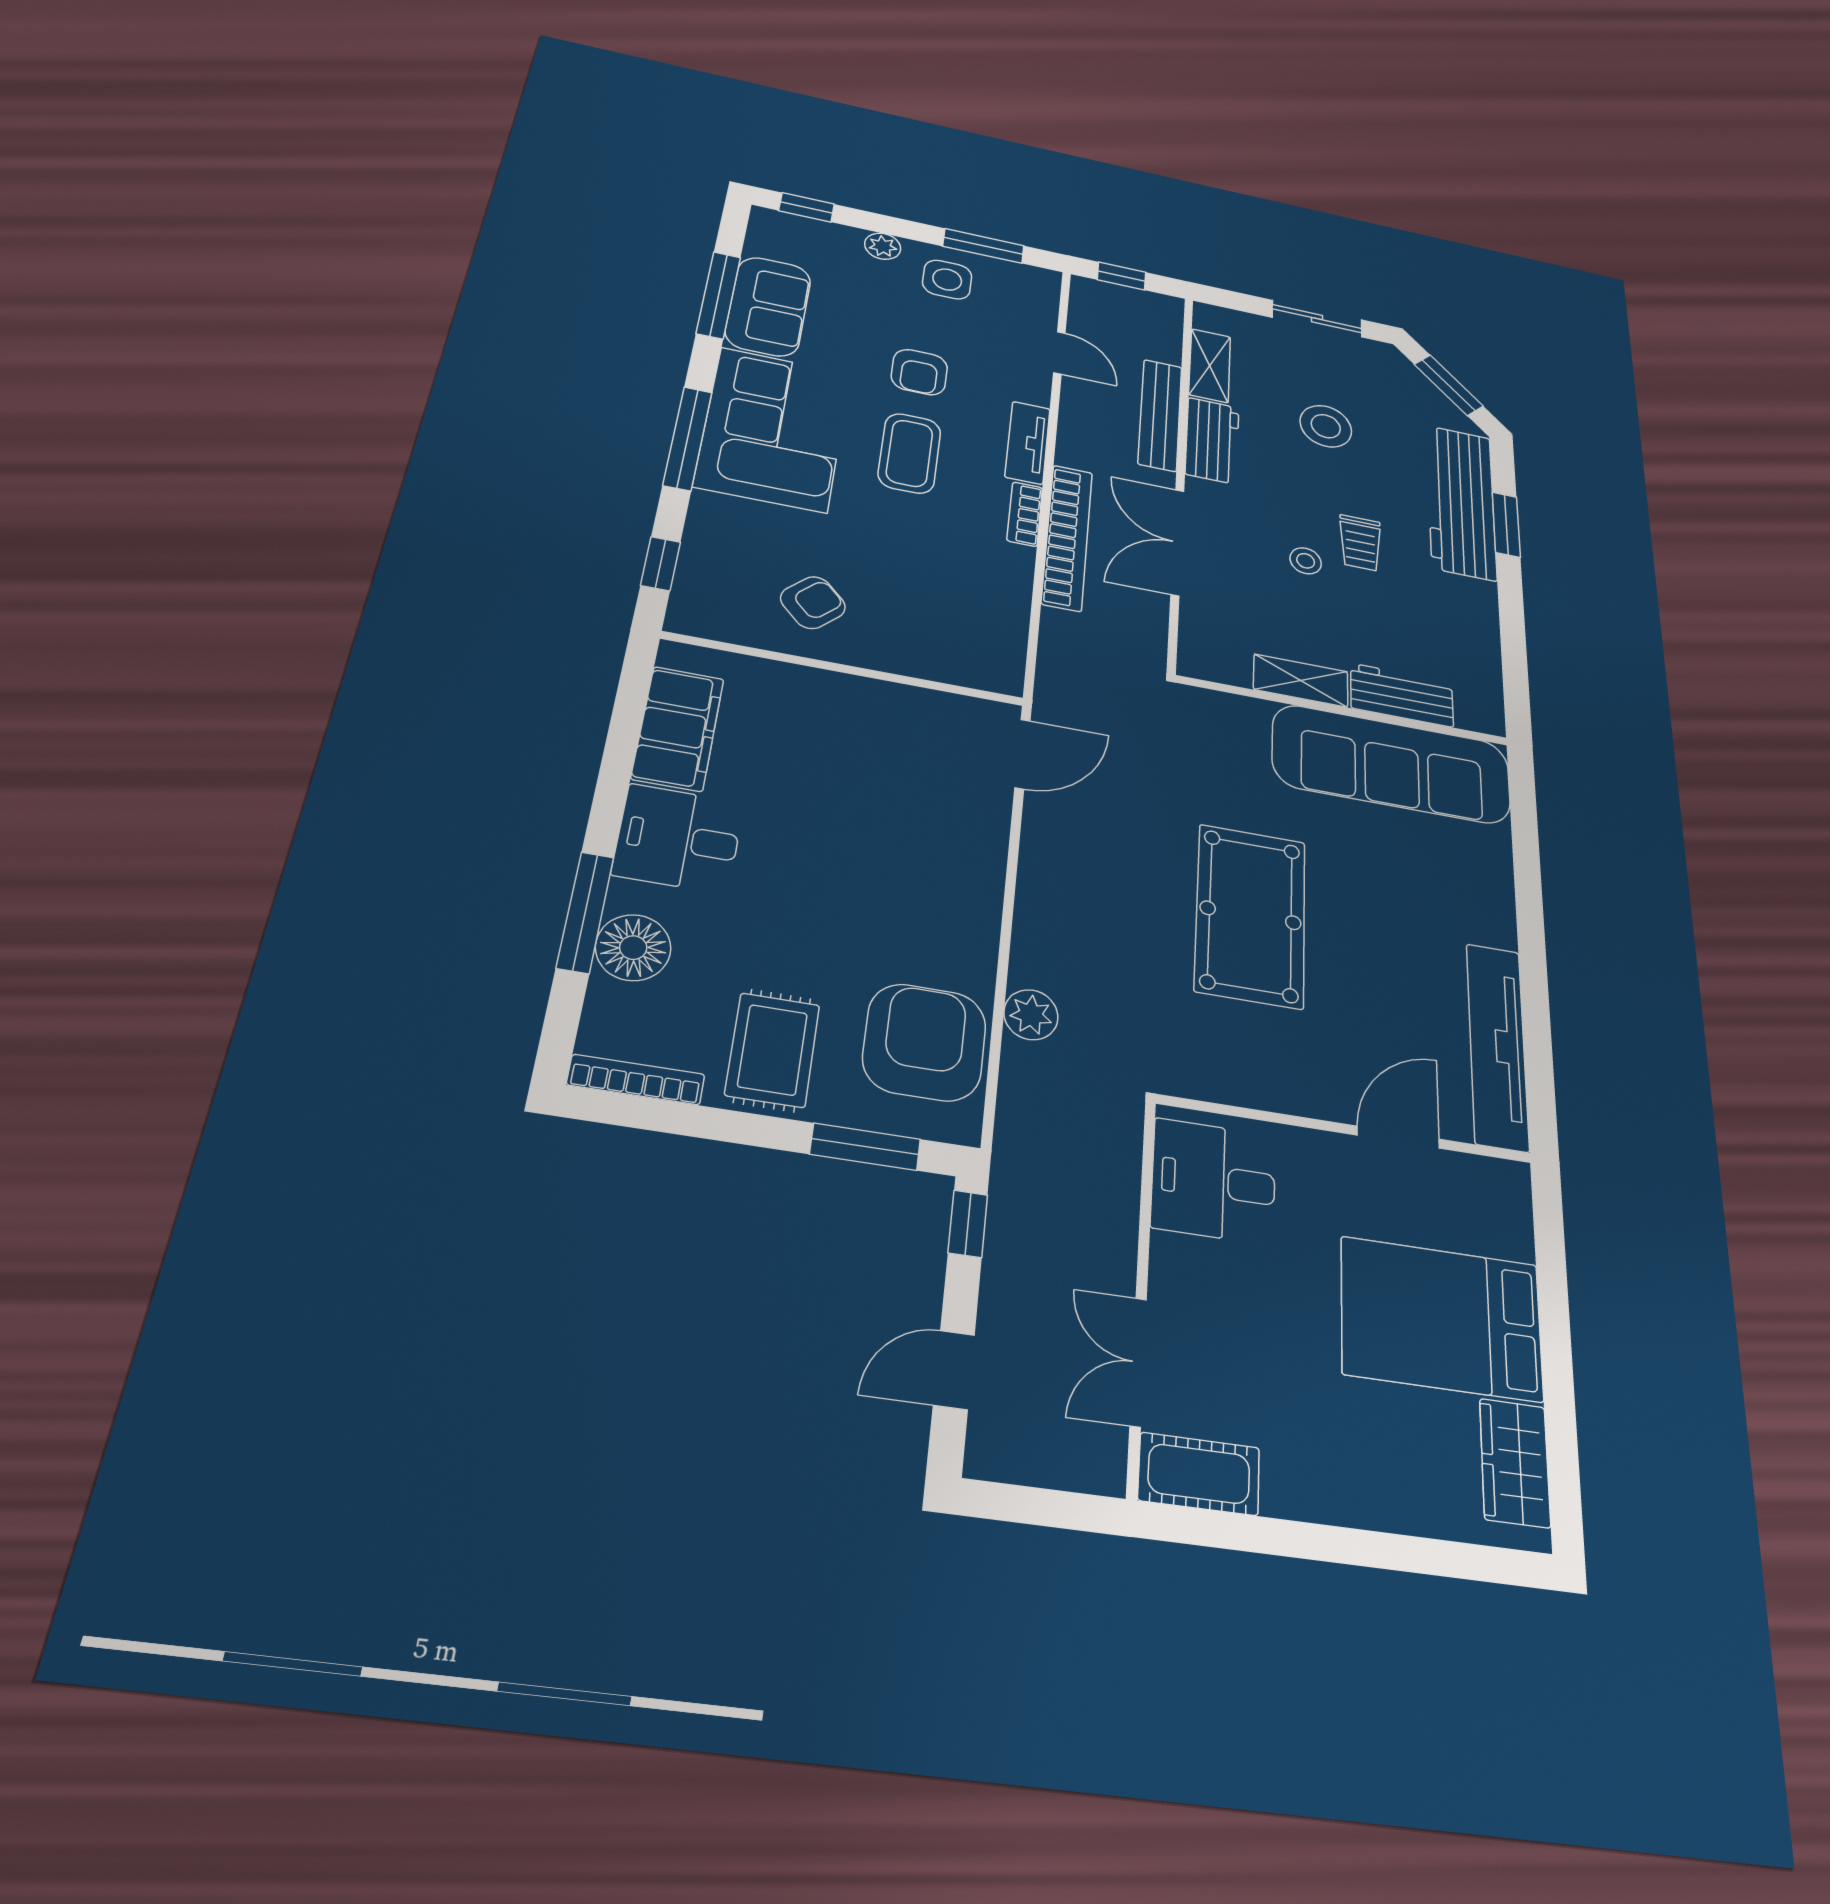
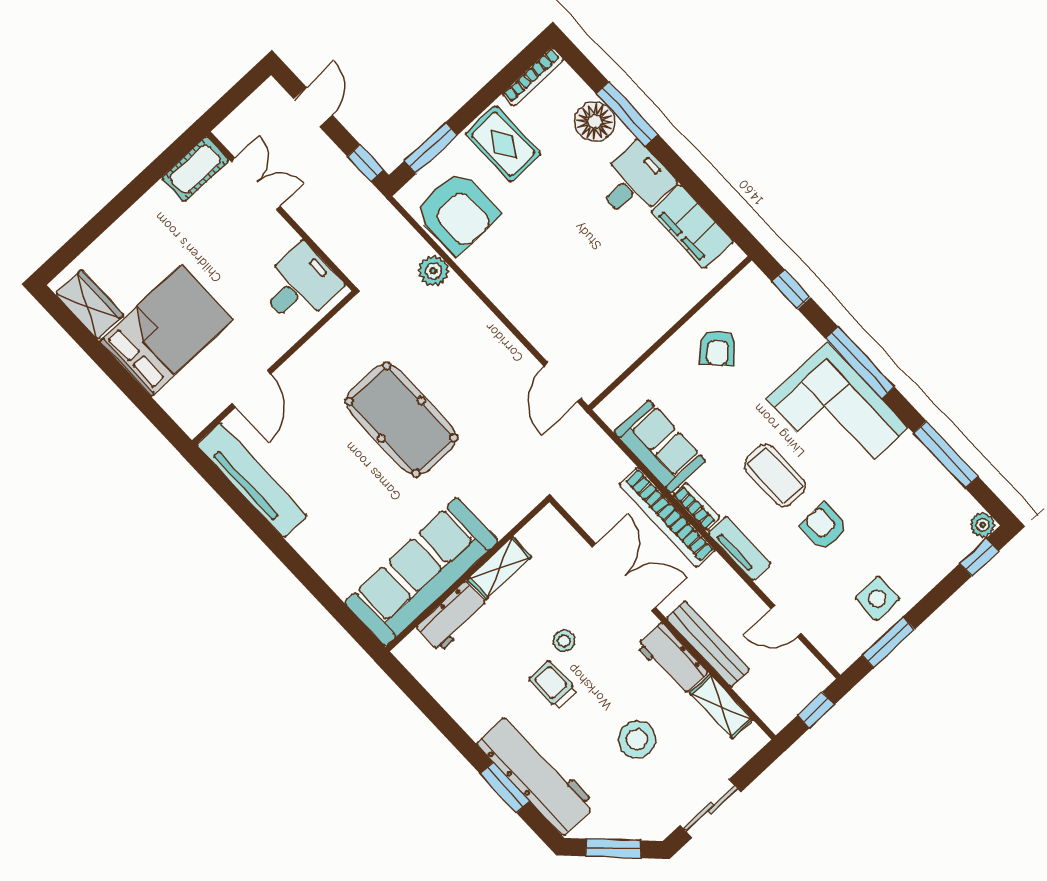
plant: (883, 246) -> (983, 525), moved
sofa: (768, 306) -> (660, 446), moved, turned 180

